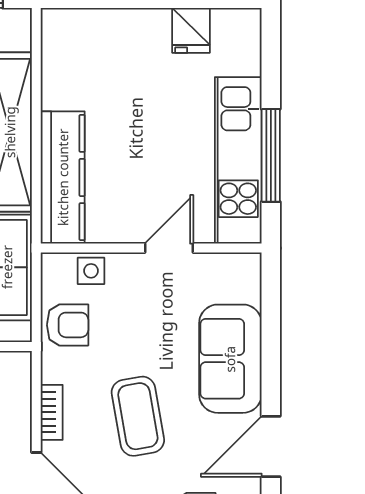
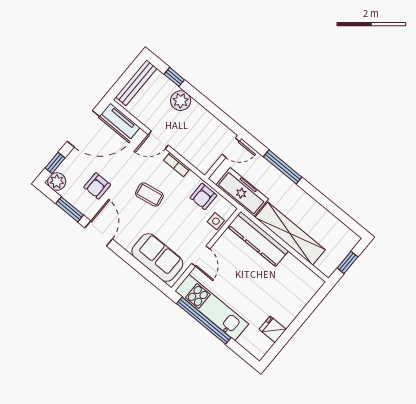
window: (271, 155) -> (204, 321), width x1.46
sofa: (230, 359) -> (157, 258), moved
coffee table: (138, 416) -> (149, 195), width x0.73, depth x0.77

